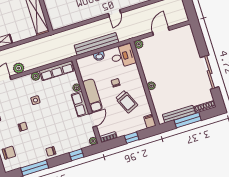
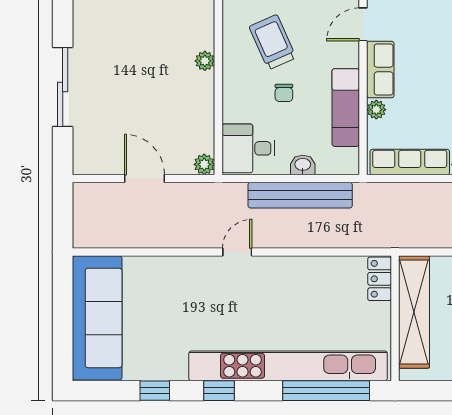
locker: (54, 20) -> (380, 279), added
door: (161, 31) -> (145, 178), swing flipped
sliding door: (210, 72) -> (63, 87), moved
exam couch: (92, 95) -> (346, 108), moved

